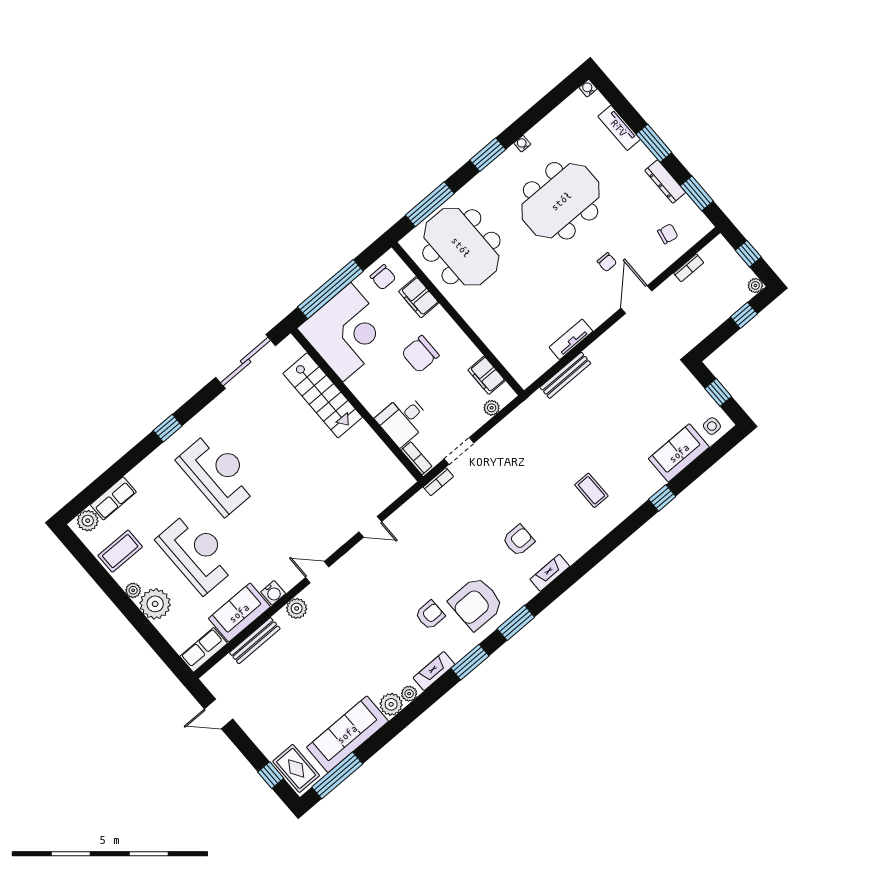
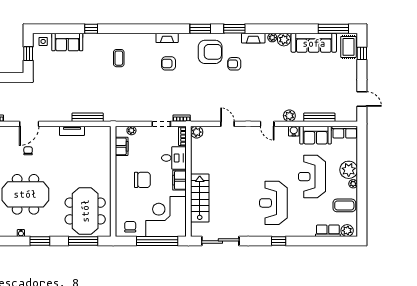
filing cabinet: (419, 297) -> (179, 180), moved, turned 180
plant: (402, 480) -> (197, 132), added

